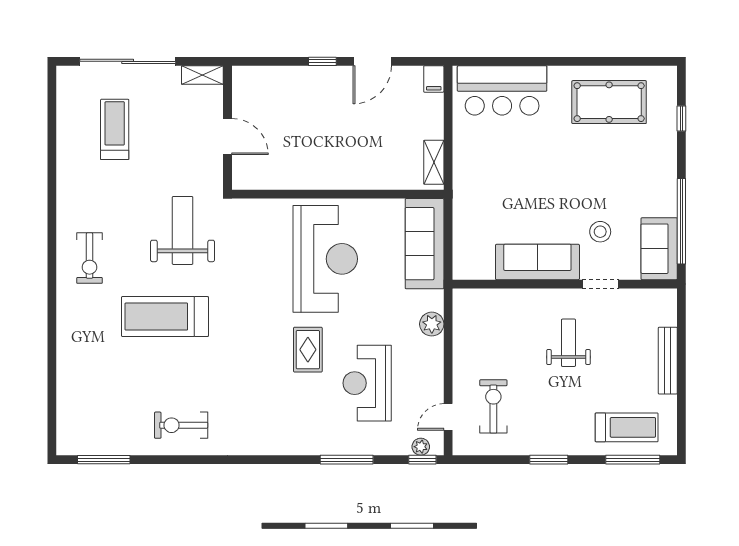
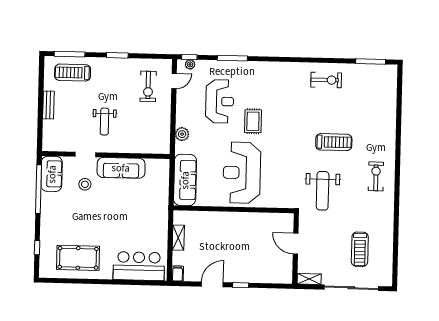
shelving: (434, 162) -> (178, 238), moved
treadmill: (165, 317) -> (334, 142), width x0.73, depth x0.73
bench: (668, 361) -> (48, 105), width x0.73

